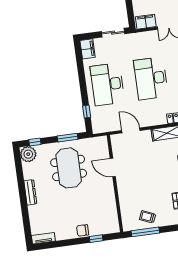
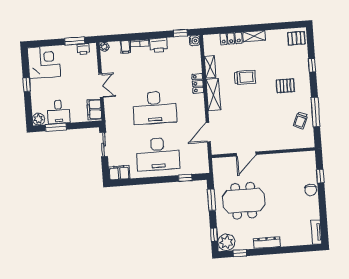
window: (19, 167) -> (240, 253), added
window: (145, 232) -> (316, 112), moved

